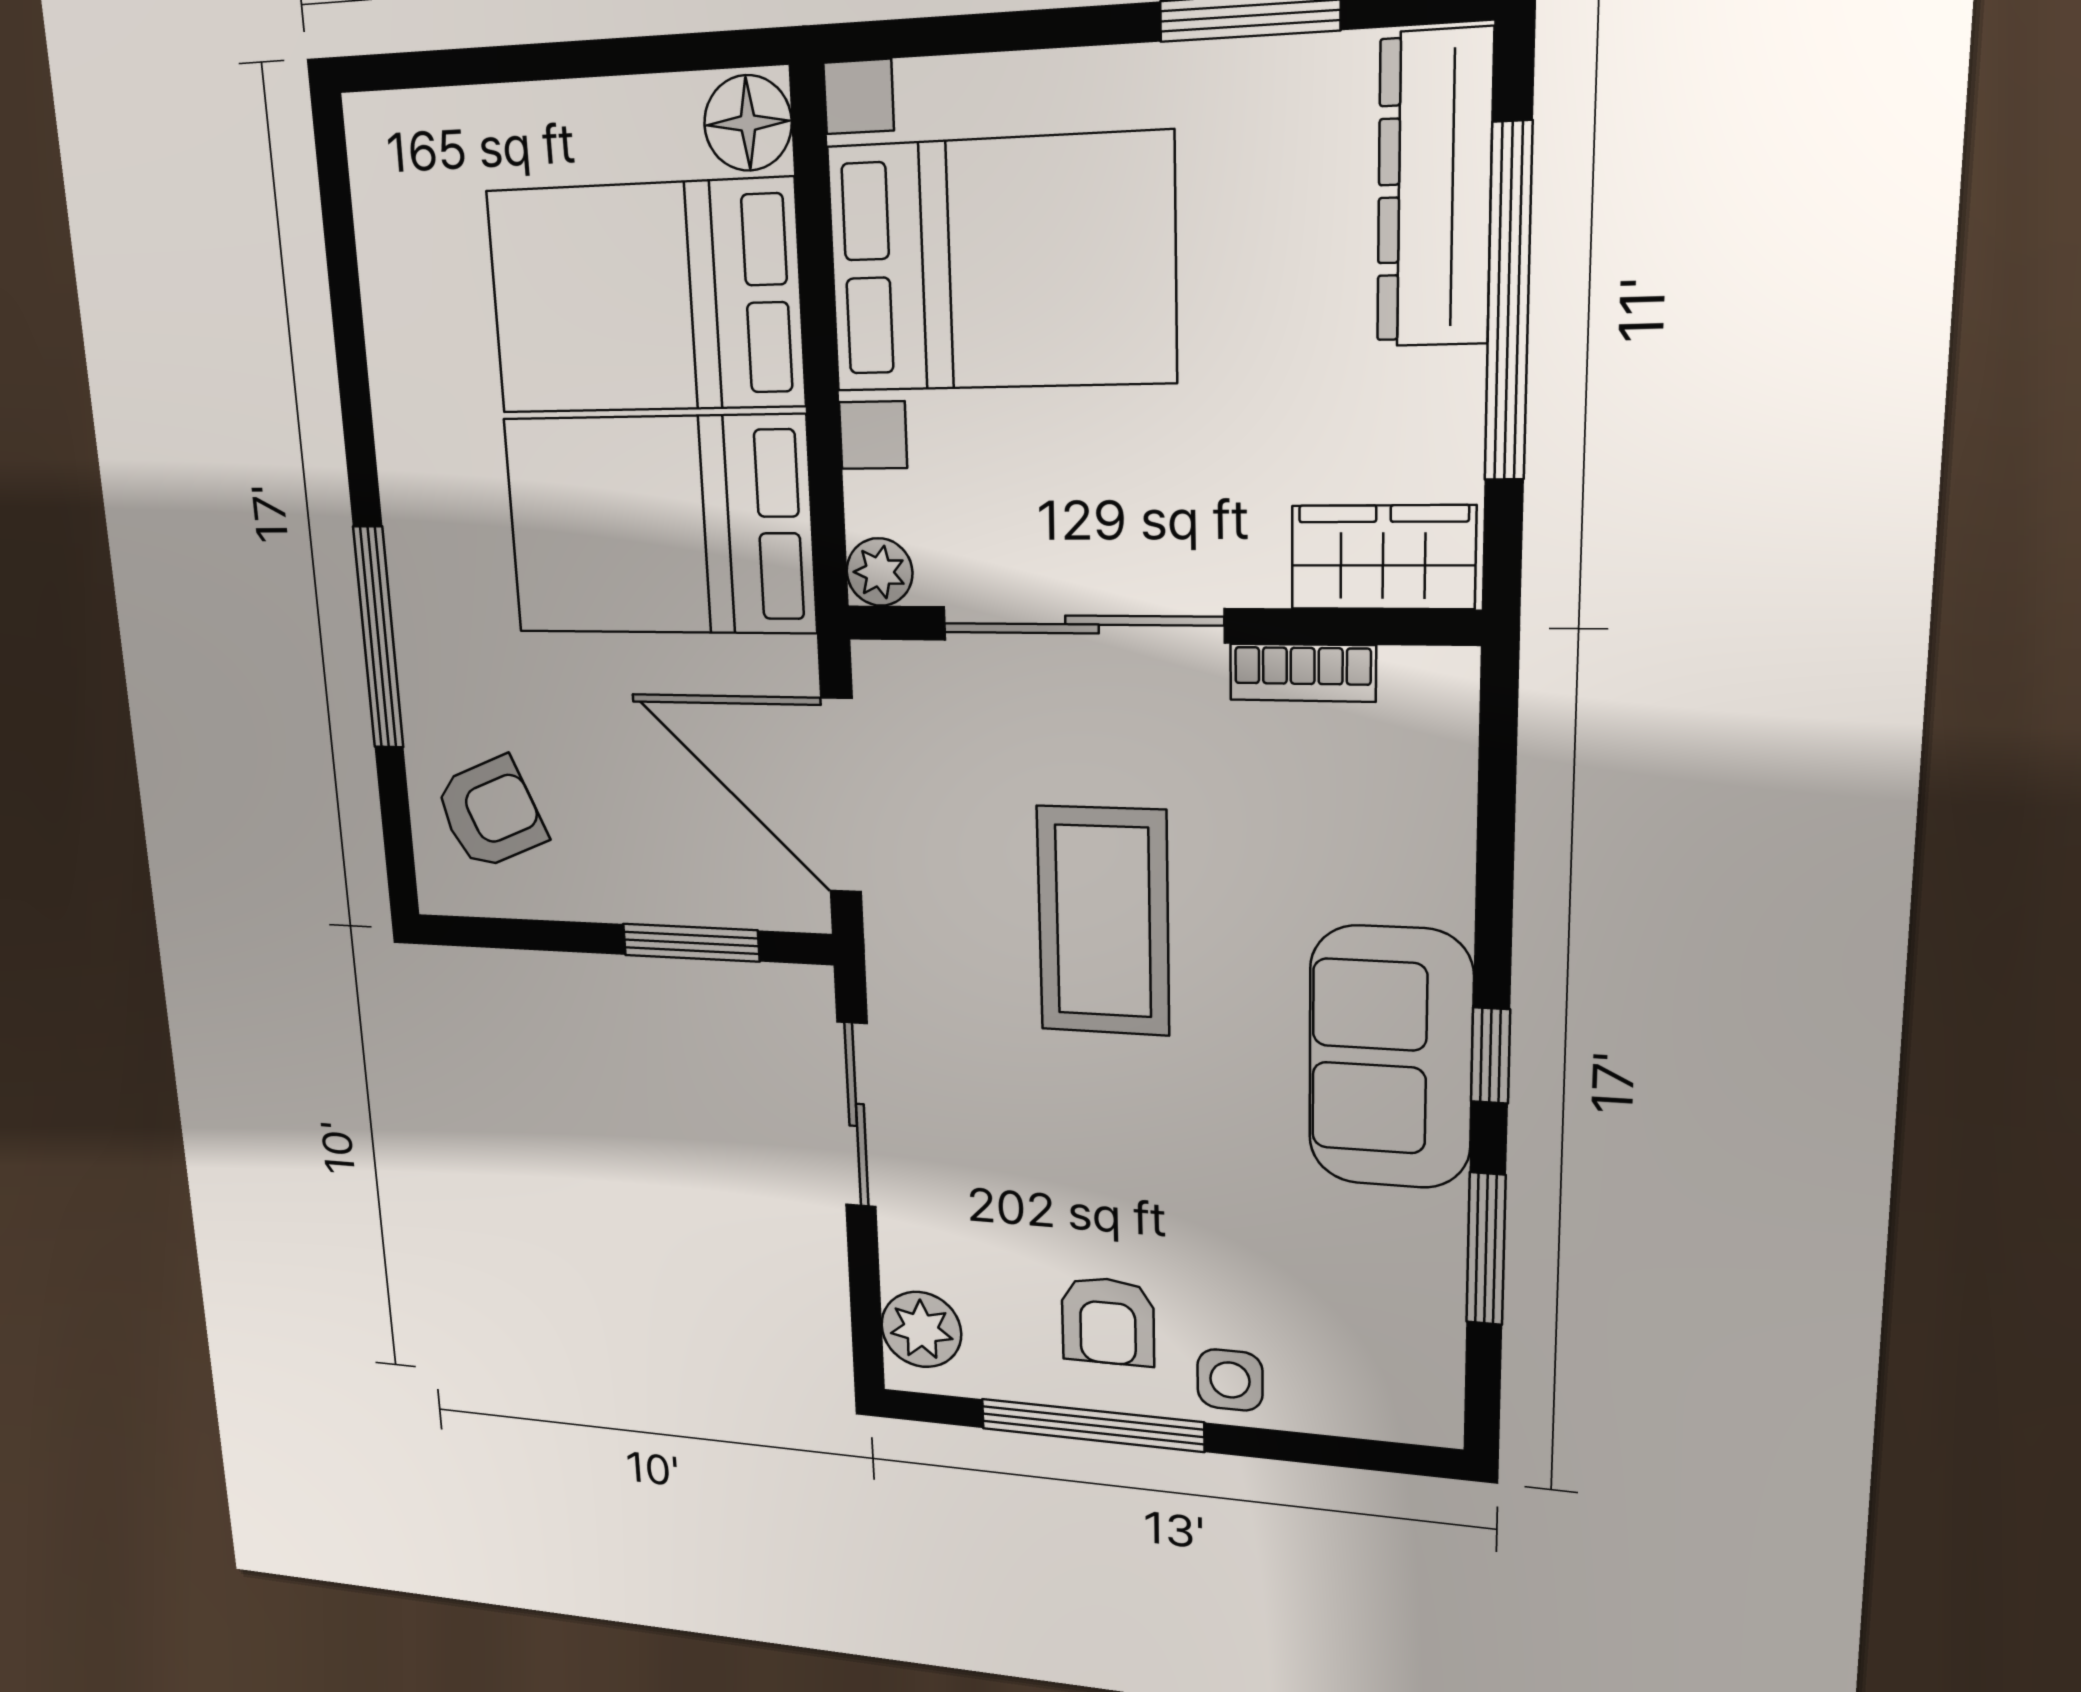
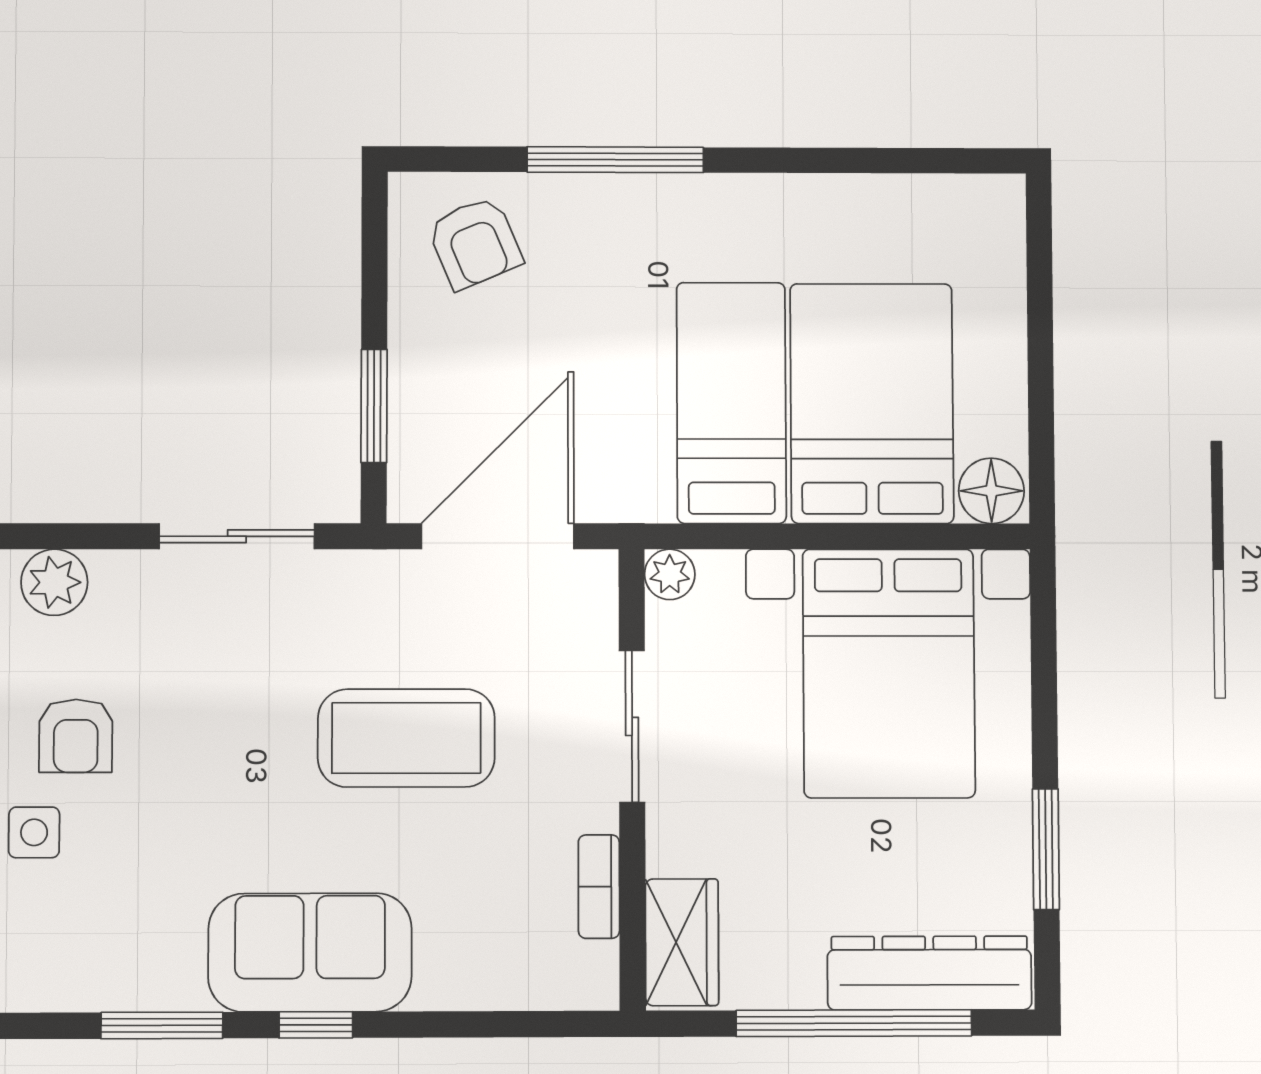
bed: (659, 525) -> (731, 403), width x0.67
sliding door: (1082, 625) -> (632, 726), width x0.73
armchair: (1108, 1321) -> (76, 736), turned -90

